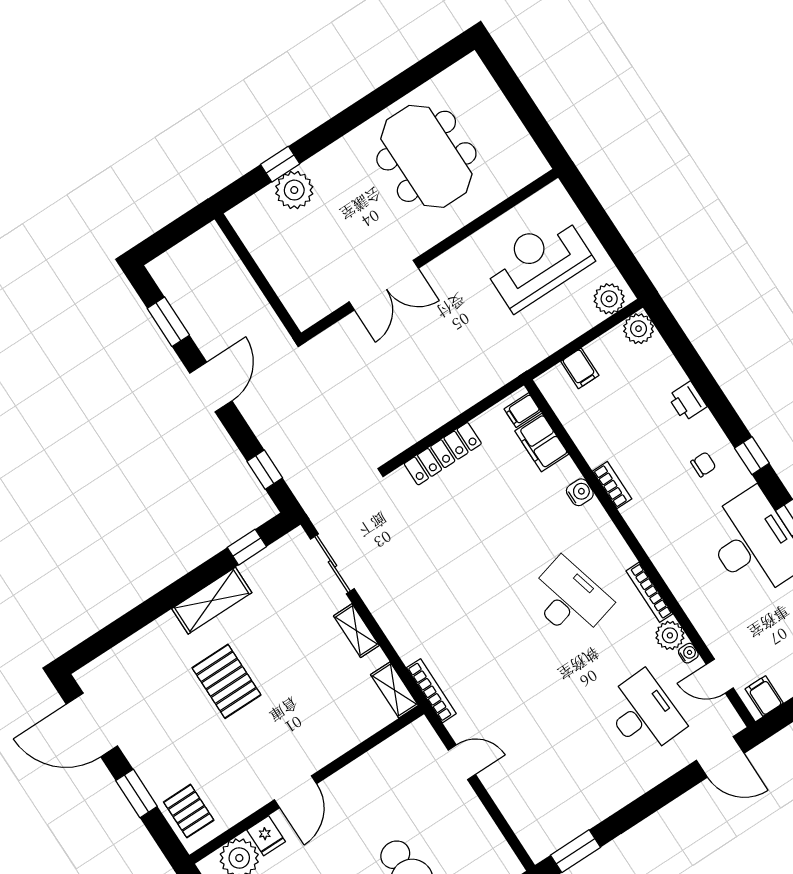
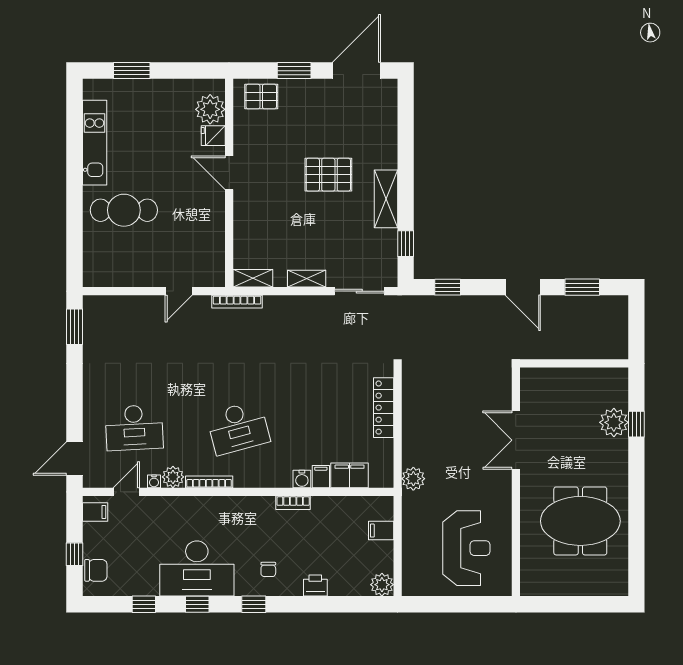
plant: (609, 299) -> (413, 479), moved
filing cabinet: (522, 410) -> (321, 477), moved

